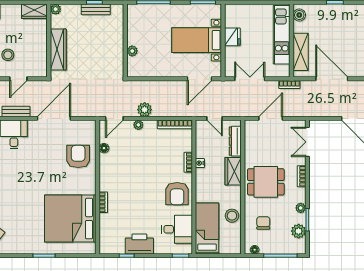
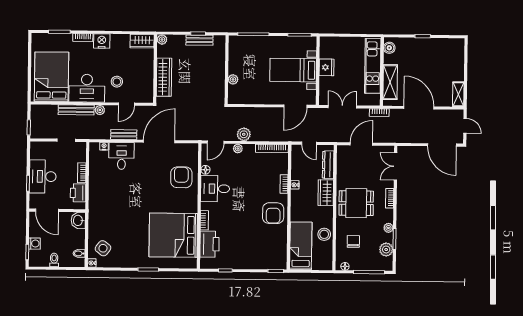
desk: (177, 229) -> (215, 189), moved, turned 180
printer: (139, 244) -> (209, 244), moved, turned 90

